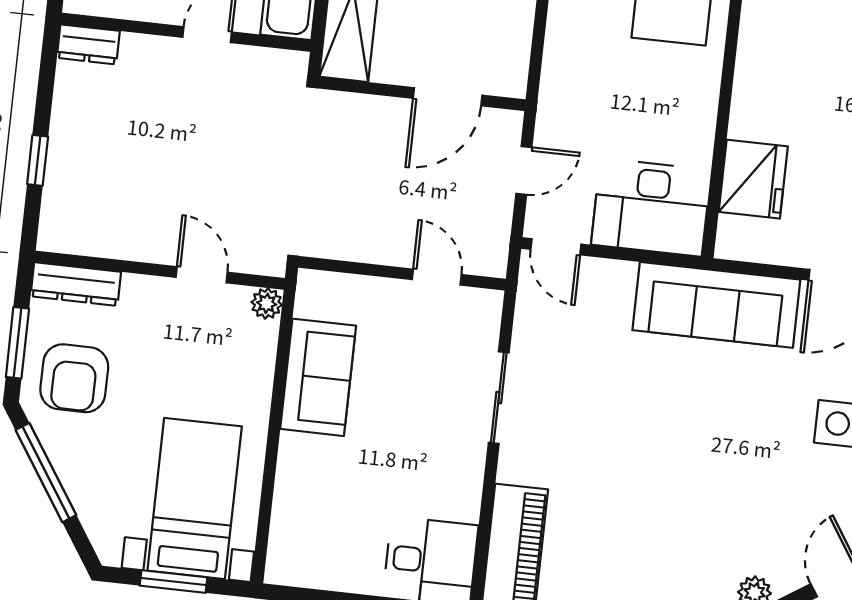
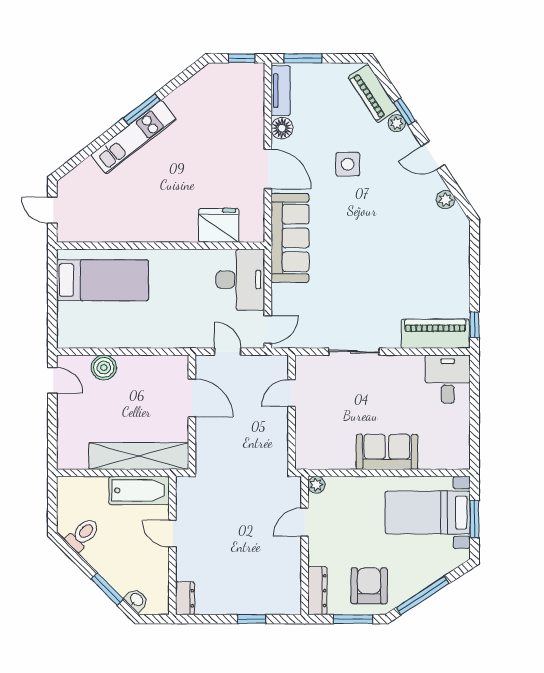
sofa: (318, 377) -> (387, 452), moved
armchair: (74, 378) -> (369, 586), turned -90

